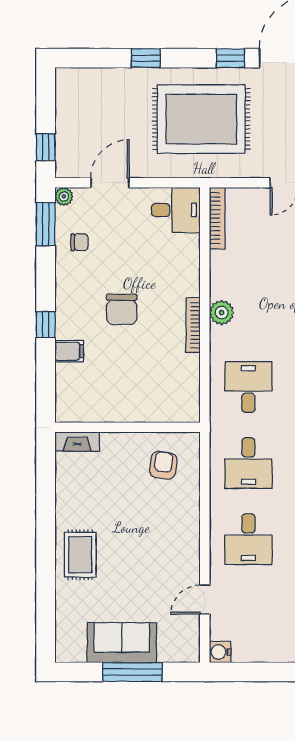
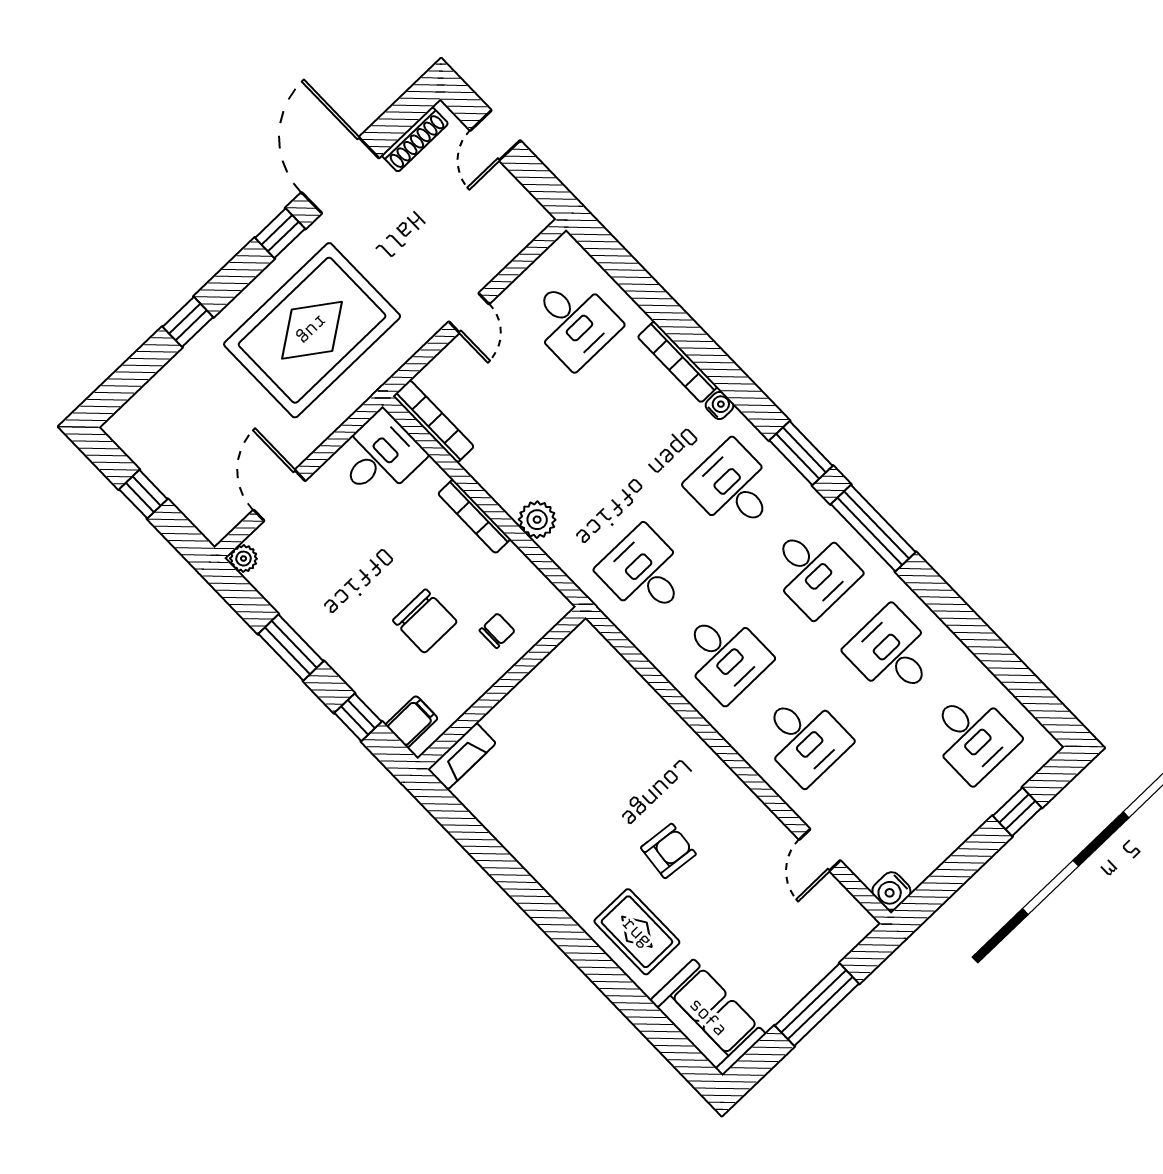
window: (46, 147) -> (143, 494), moved
window: (46, 224) -> (291, 647), moved
chair: (79, 242) -> (497, 631), moved
bookcase: (193, 325) -> (474, 516), moved
wall: (128, 427) -> (502, 688), moved
fireplace: (77, 442) -> (462, 756), moved
armchair: (163, 465) -> (668, 851), moved, turned 88
sofa: (122, 643) -> (708, 1017), moved, turned 90

